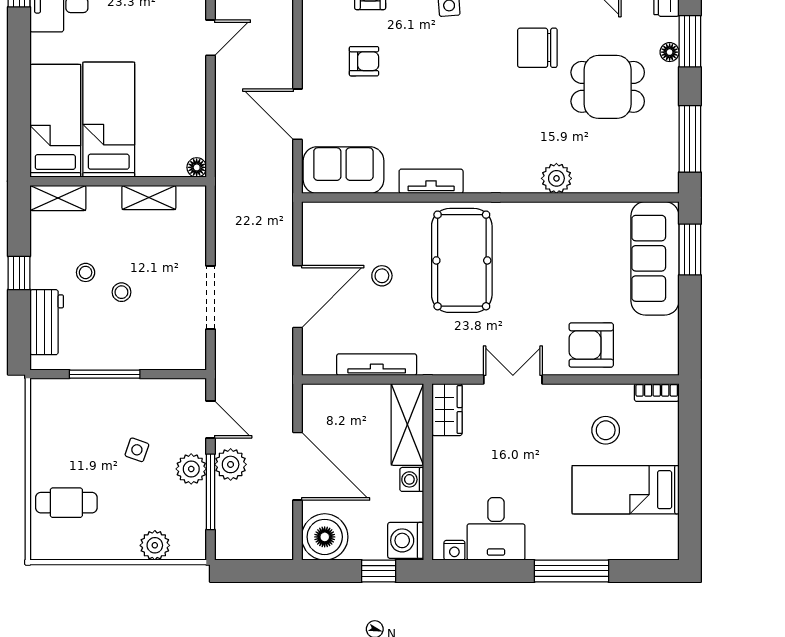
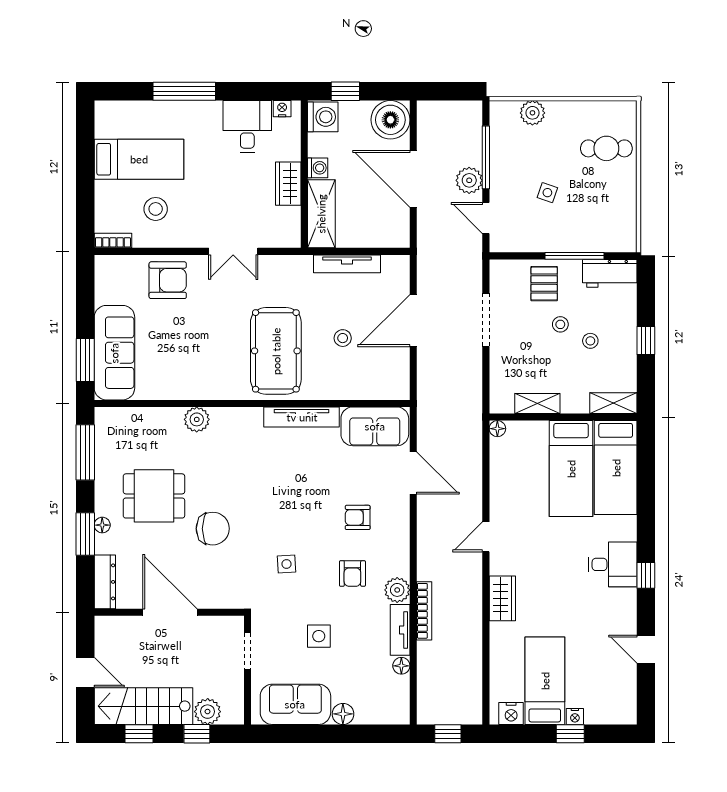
tv unit: (431, 181) -> (302, 417), width x1.41
workbench: (47, 322) -> (610, 273), moved, turned -90
pallet: (141, 341) -> (544, 284), added
wardrobe: (447, 410) -> (288, 184), moved
plant: (191, 469) -> (502, 177), removed

